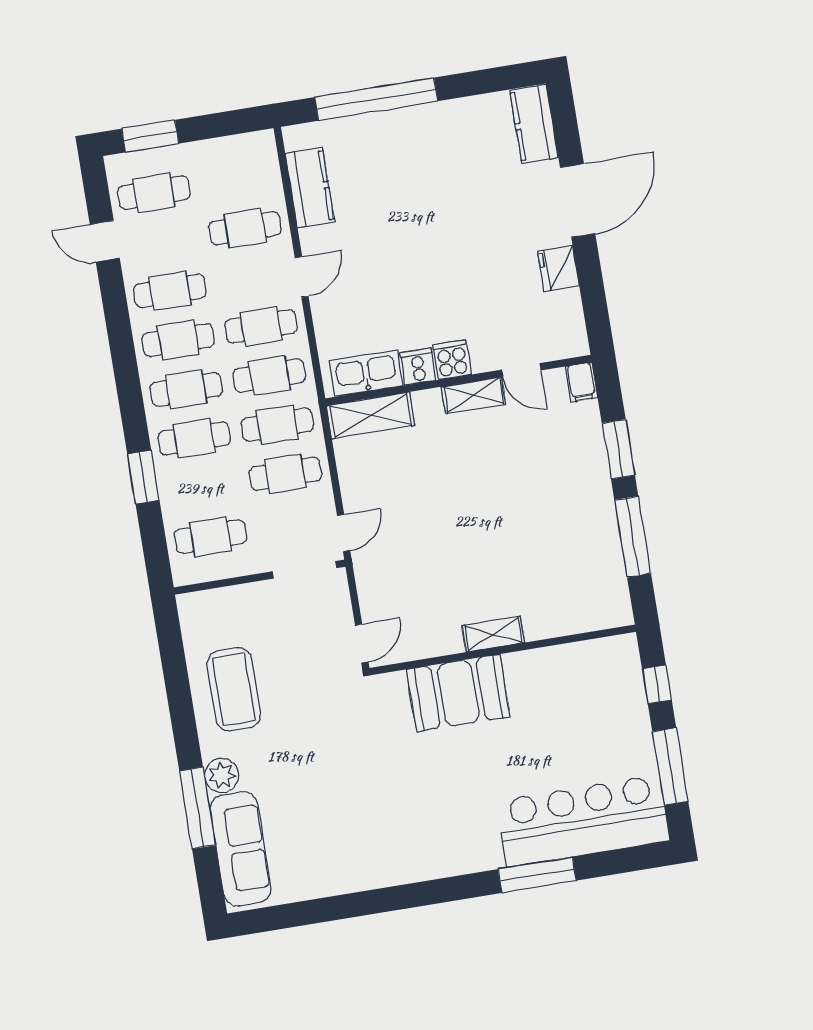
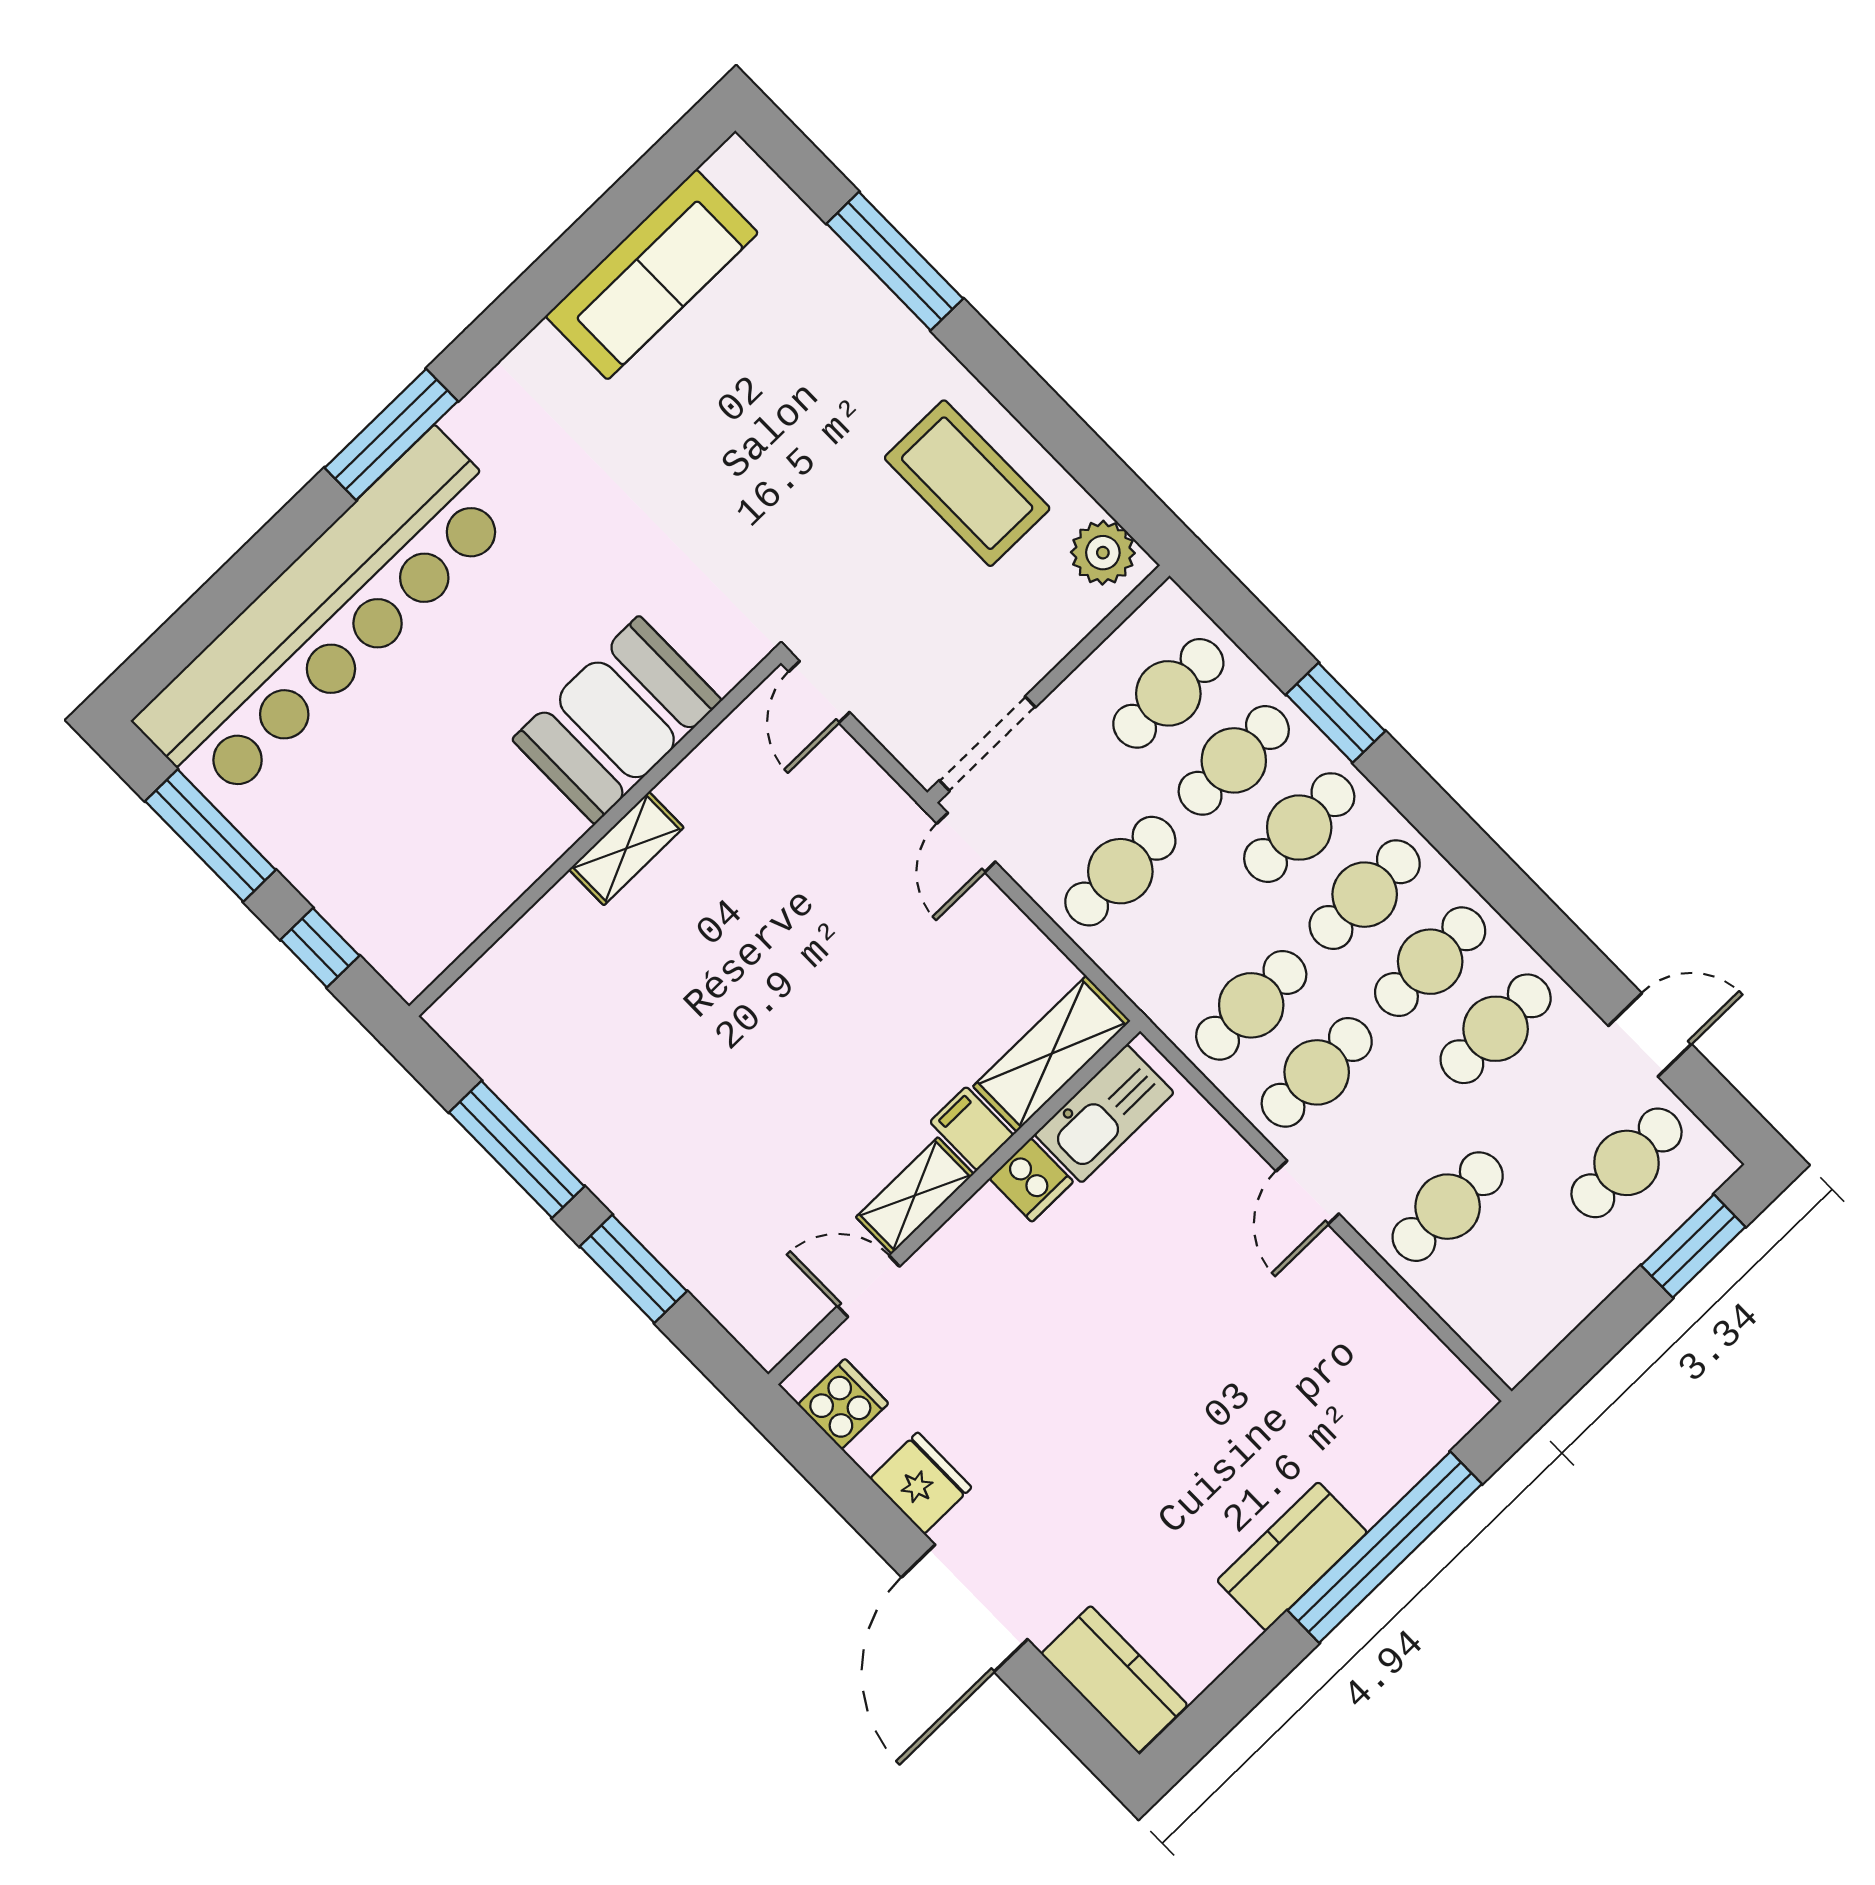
kitchen counter: (310, 188) -> (1292, 1556), moved, turned 90
cooker: (452, 360) -> (843, 1404), moved, turned -90
filing cabinet: (581, 382) -> (972, 1128), moved
cafe table: (277, 425) -> (1234, 760), moved
plant: (222, 775) -> (1103, 553), moved
bar counter: (583, 821) -> (327, 618), width x1.36
sofa: (241, 849) -> (652, 275), moved, turned -90
window: (537, 875) -> (391, 434), moved

